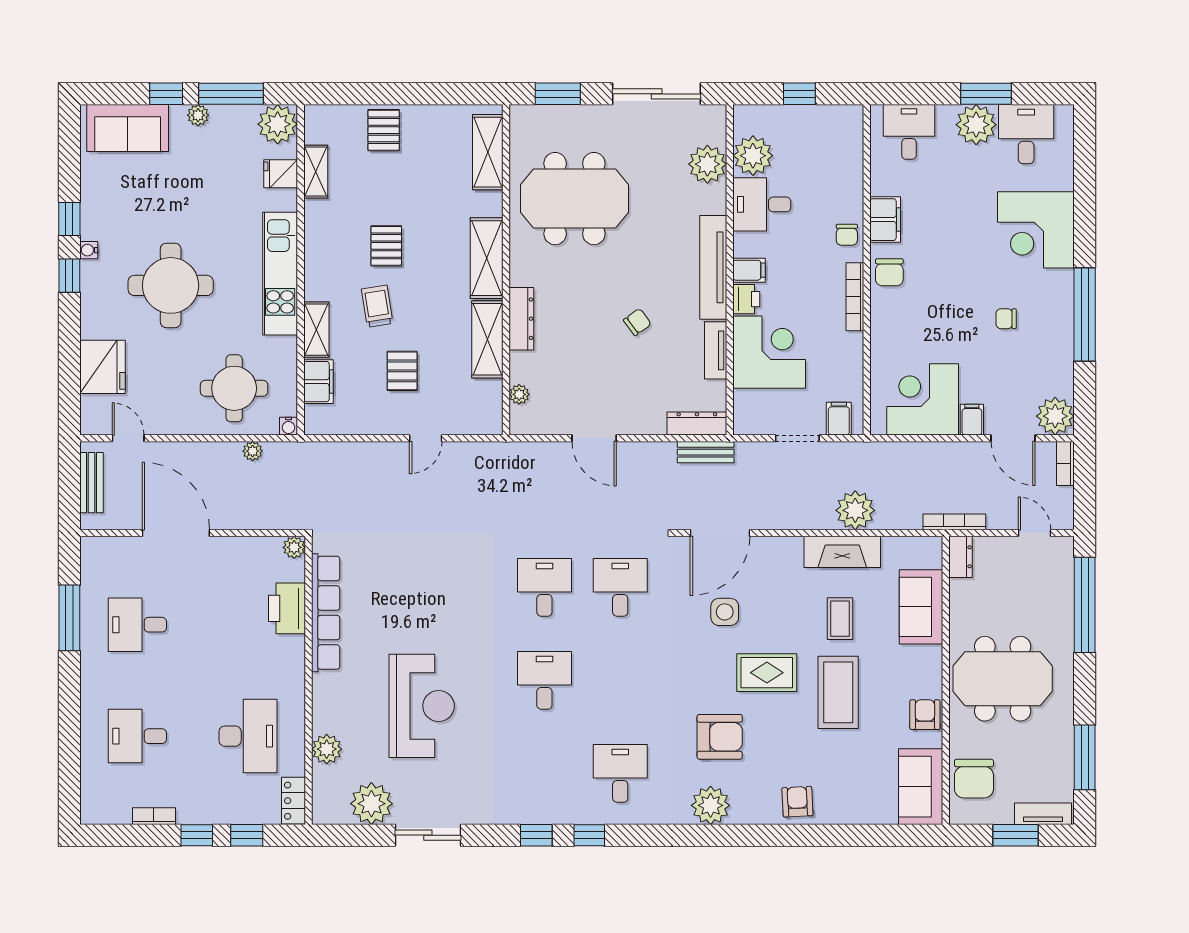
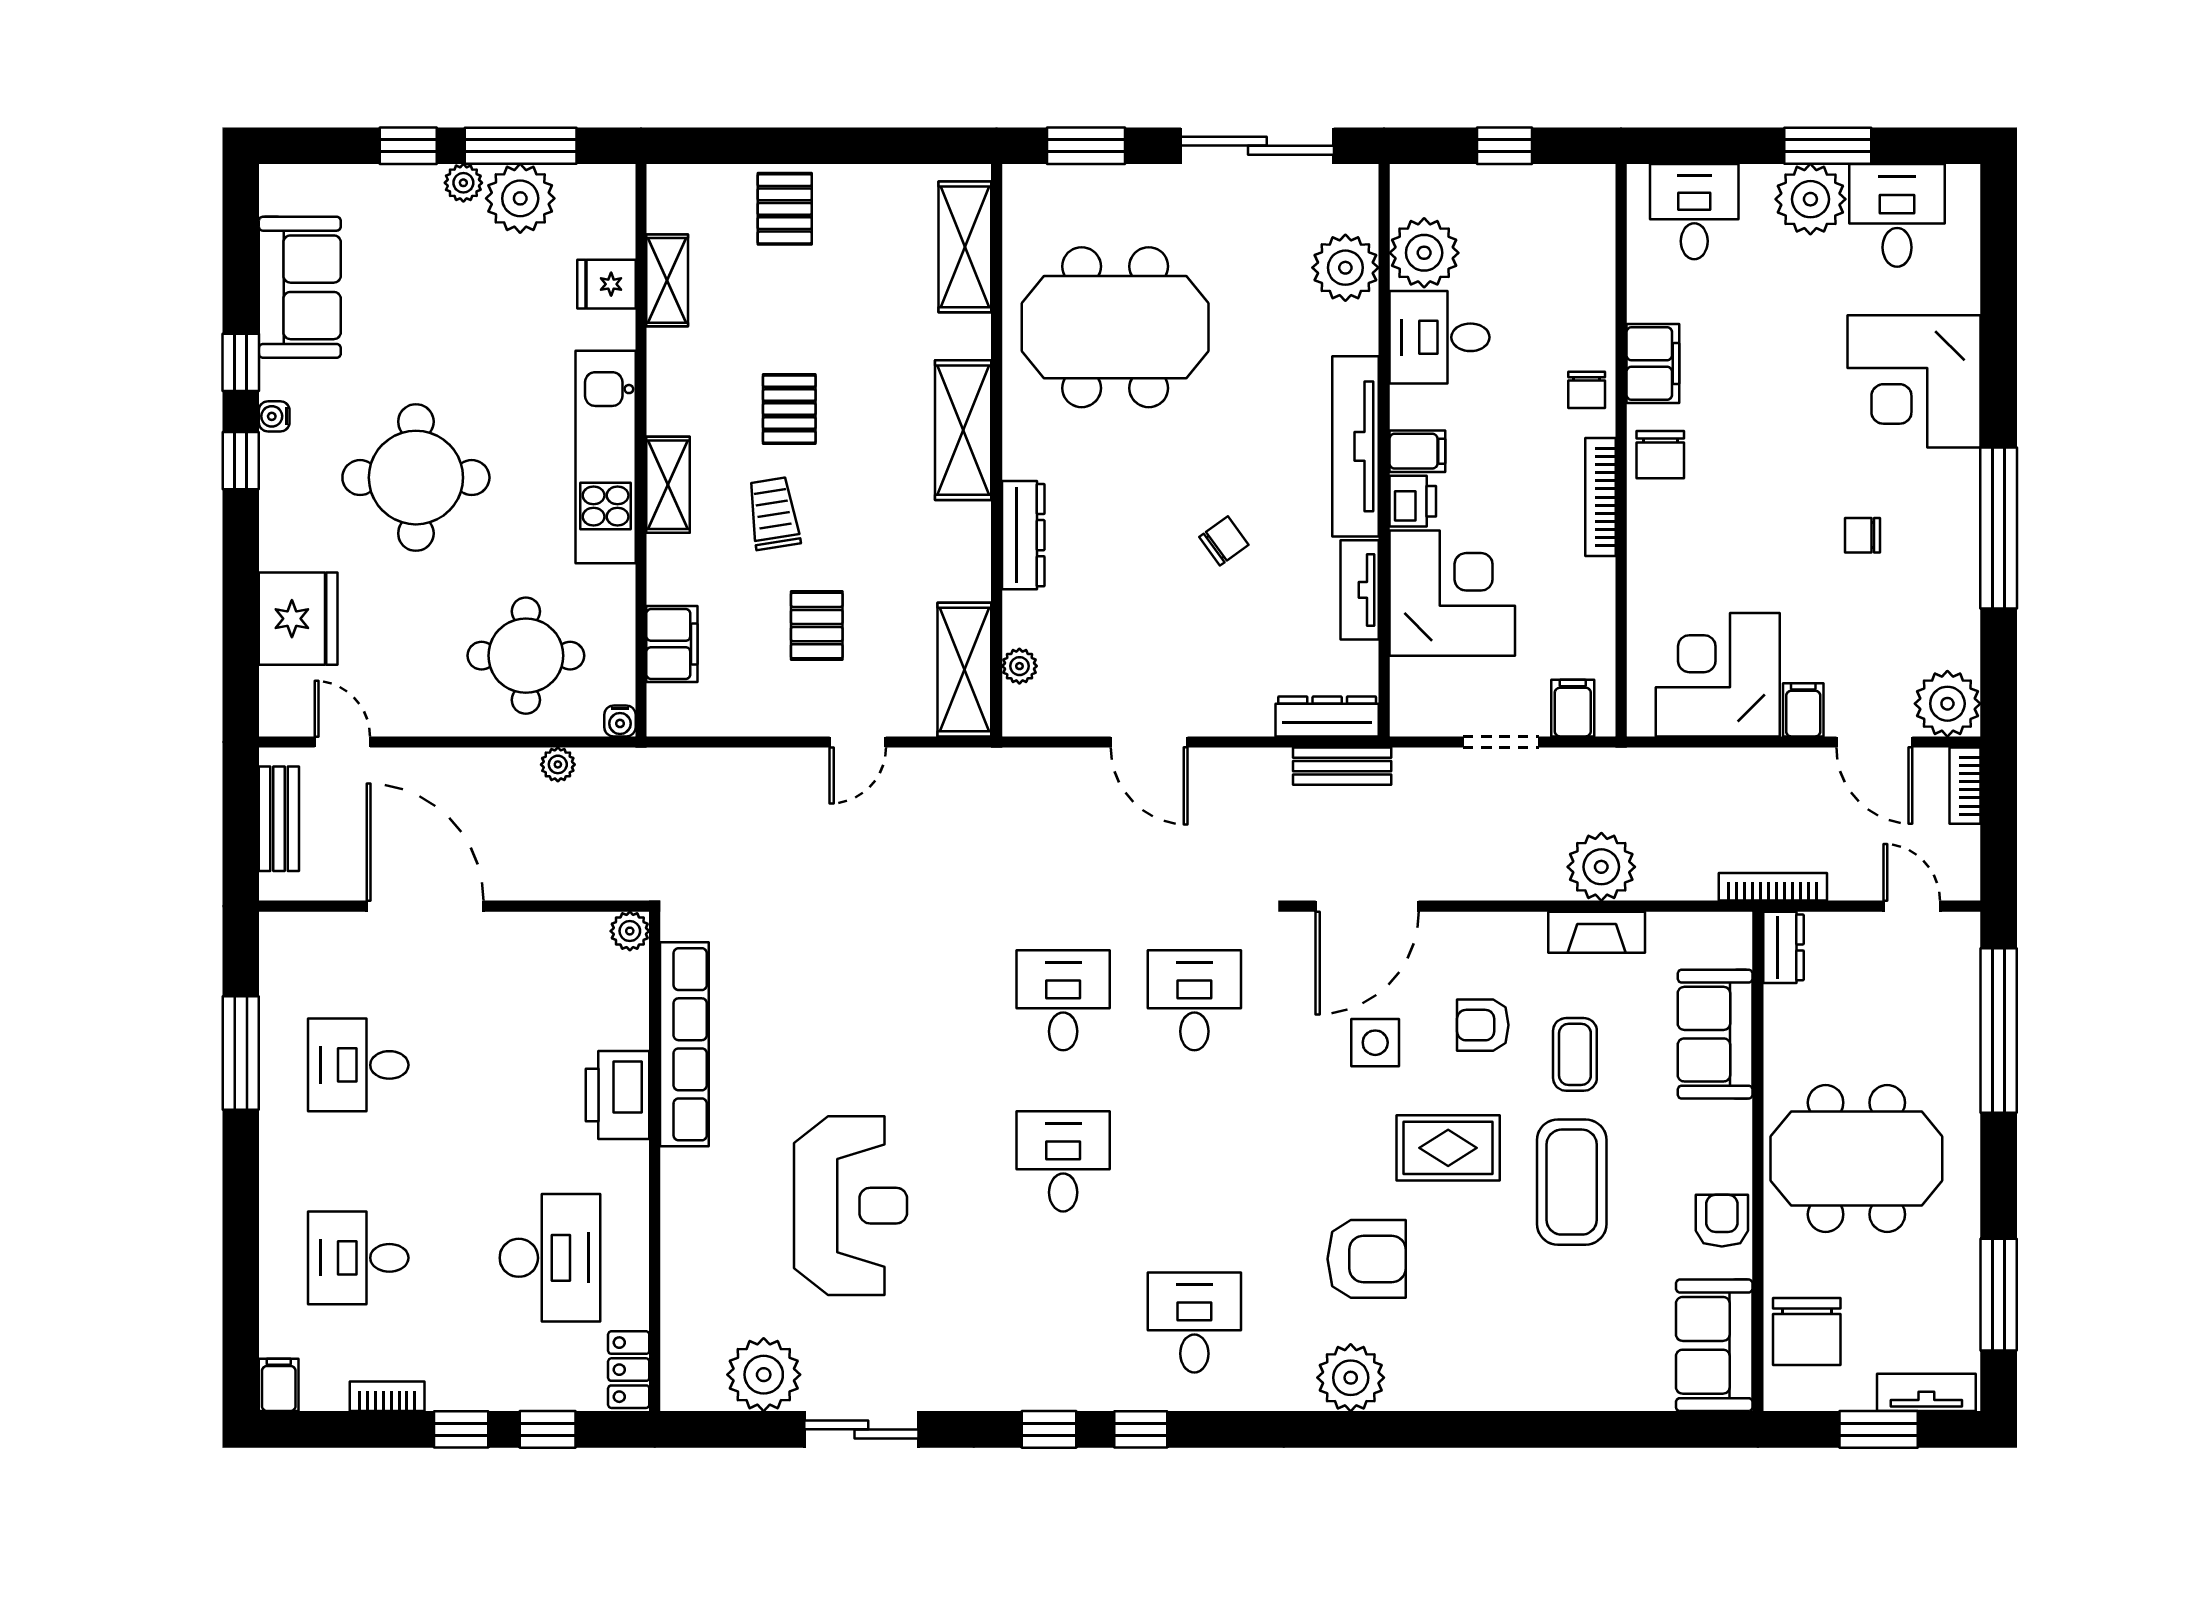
plant: (278, 124) -> (520, 198), moved
sofa: (128, 128) -> (300, 287), moved, turned -90
shelving: (316, 330) -> (668, 485), moved
shelving: (487, 339) -> (964, 670), moved
fireplace: (842, 552) -> (1597, 932), width x0.73, depth x0.76
printer: (287, 608) -> (618, 1095), moved
plant: (327, 749) -> (686, 1280), removed
armchair: (797, 802) -> (1483, 1025), moved, turned -87
filing cabinet: (91, 809) -> (279, 1385), added

